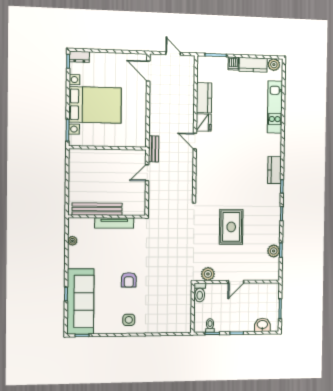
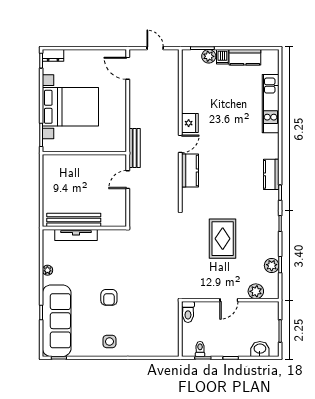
plant: (274, 65) -> (209, 56), moved
kitchen counter: (204, 98) -> (190, 171), moved
door: (195, 141) -> (180, 144), swing flipped
bench: (154, 149) -> (135, 148), width x1.36
tv unit: (114, 223) -> (76, 235), moved
plant: (72, 241) -> (47, 270), moved
plant: (208, 274) -> (256, 291), moved

